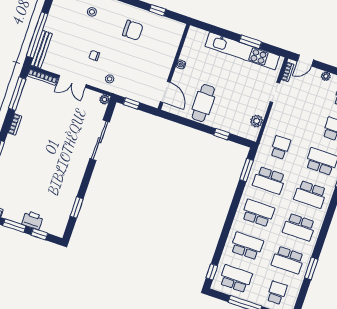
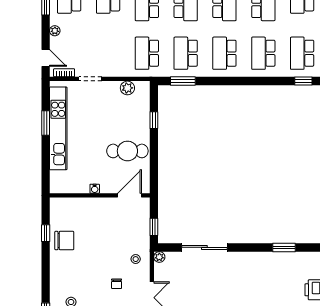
chair: (133, 30) -> (64, 241), moved, turned 90
school desk: (280, 147) -> (147, 53), width x1.85
school desk: (269, 180) -> (186, 53), turned 180

